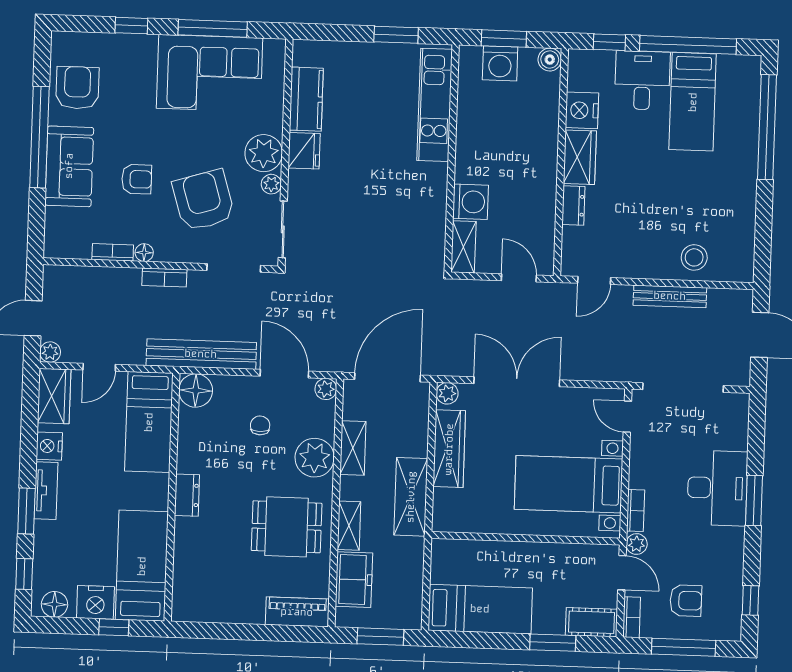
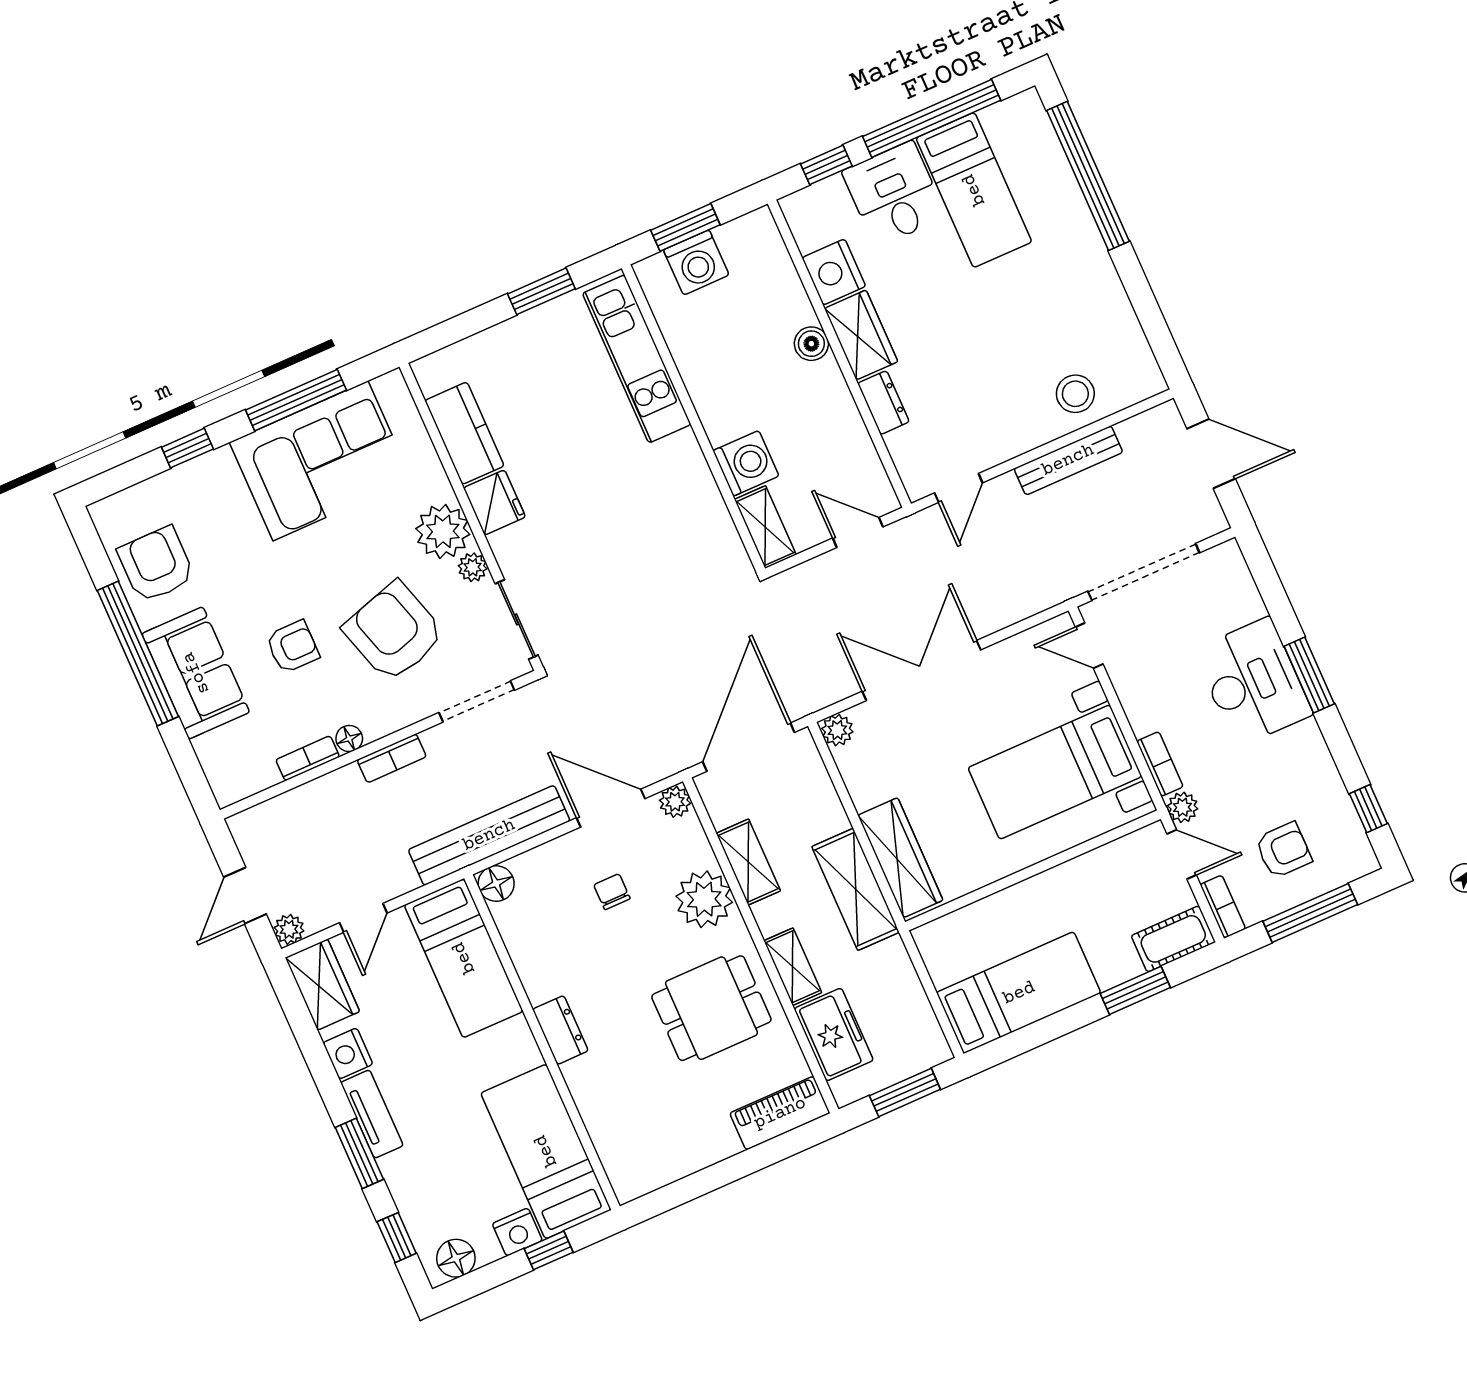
boiler: (550, 60) -> (811, 344), moved
floor lamp: (196, 391) -> (496, 884), width x0.73, depth x0.73
wardrobe: (449, 449) -> (900, 858), moved
nightstand: (95, 602) -> (517, 1232), width x0.74, depth x0.75

